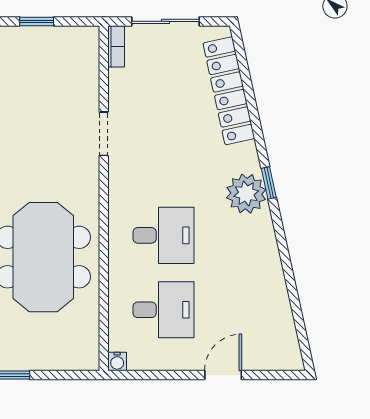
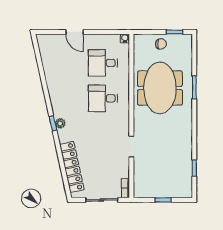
plant: (246, 194) -> (60, 123), width x0.53, depth x0.53
chair: (41, 350) -> (161, 44), added
door: (223, 375) -> (75, 32), hinge flipped

